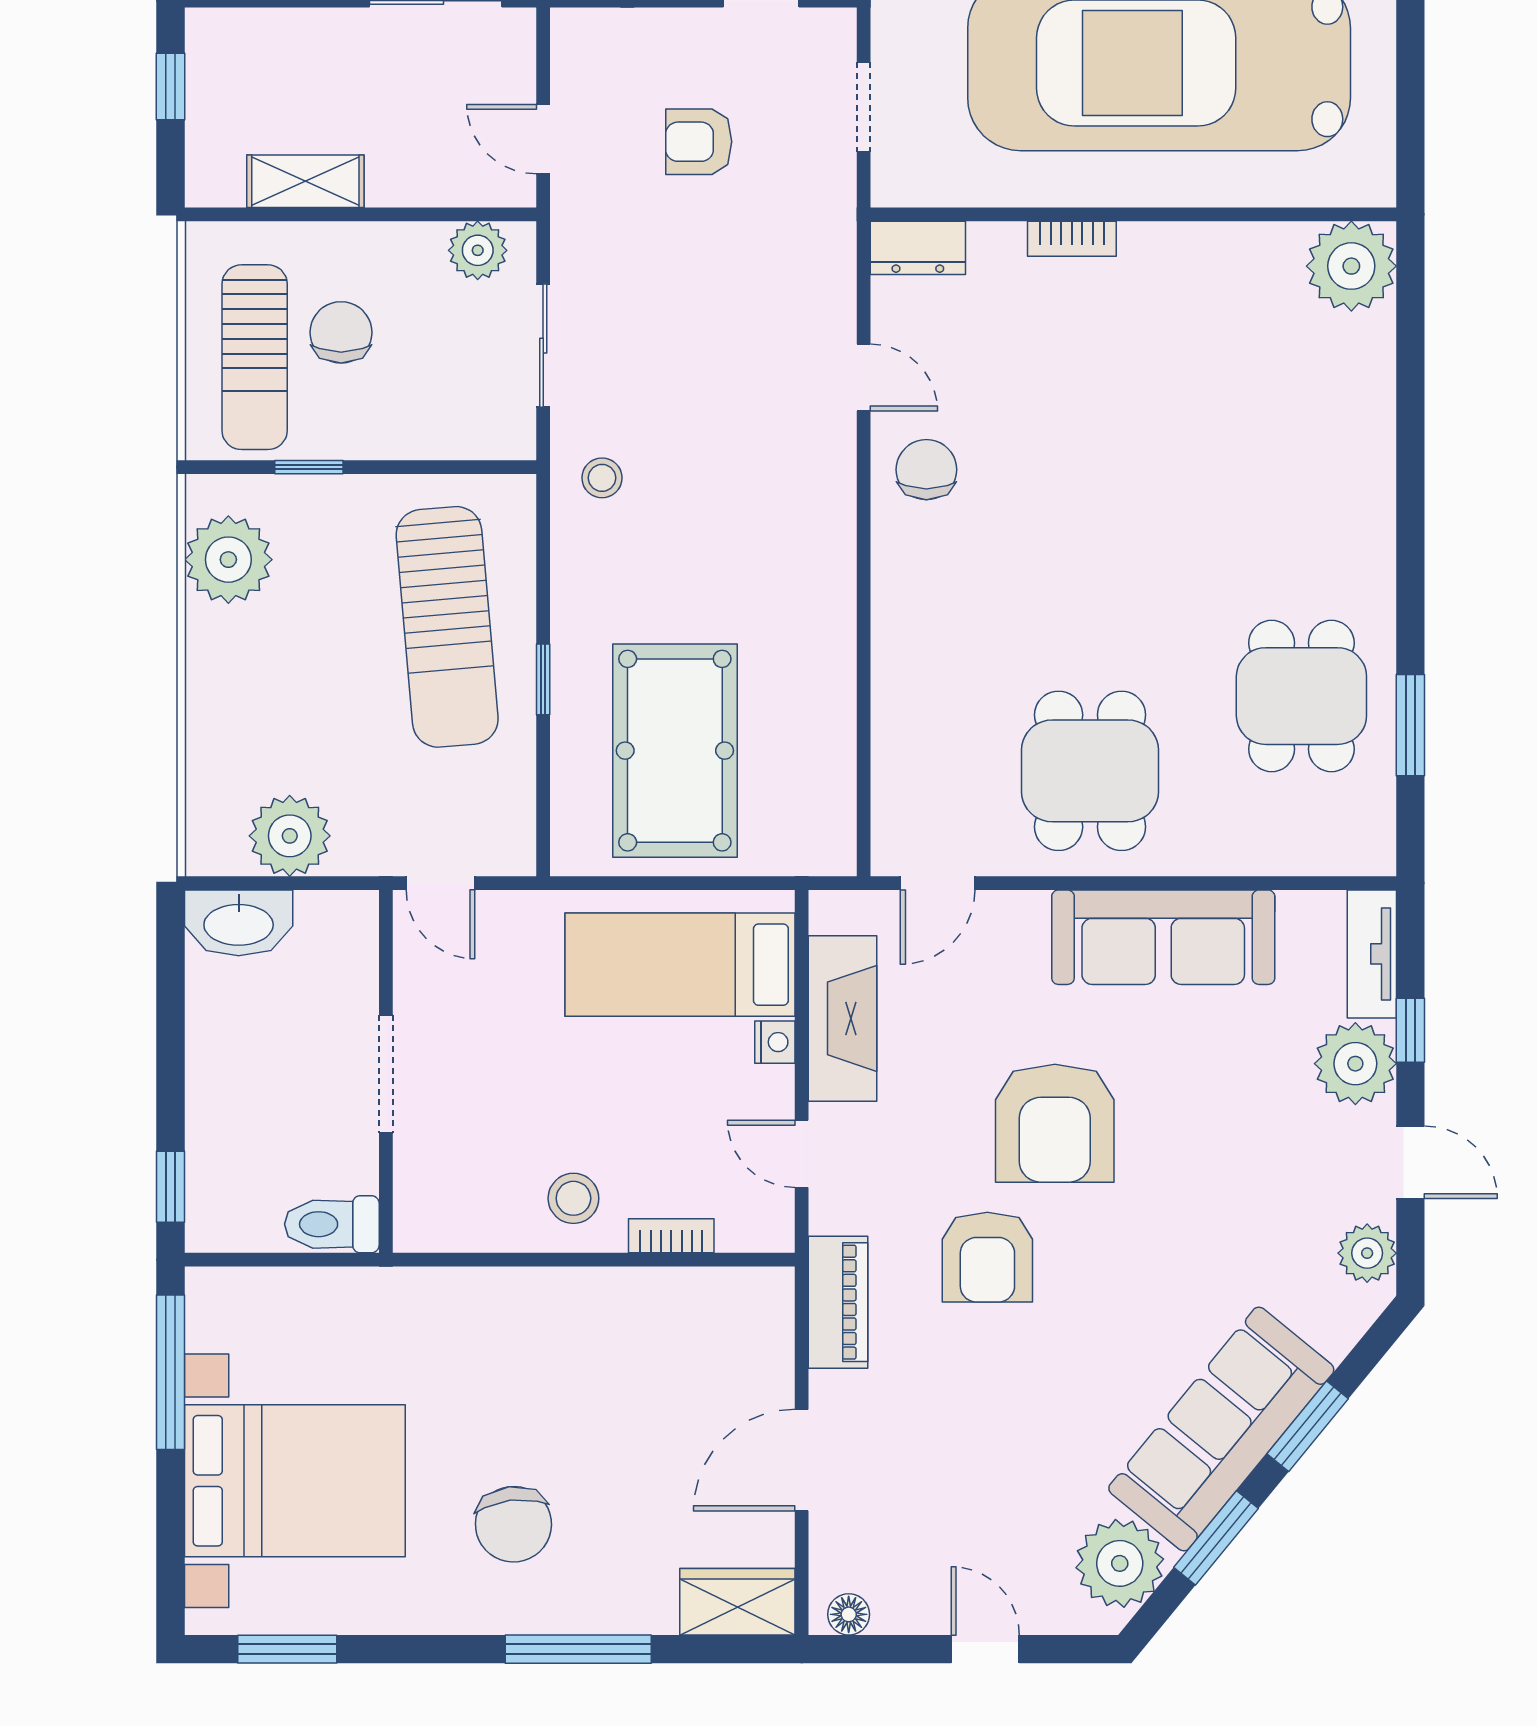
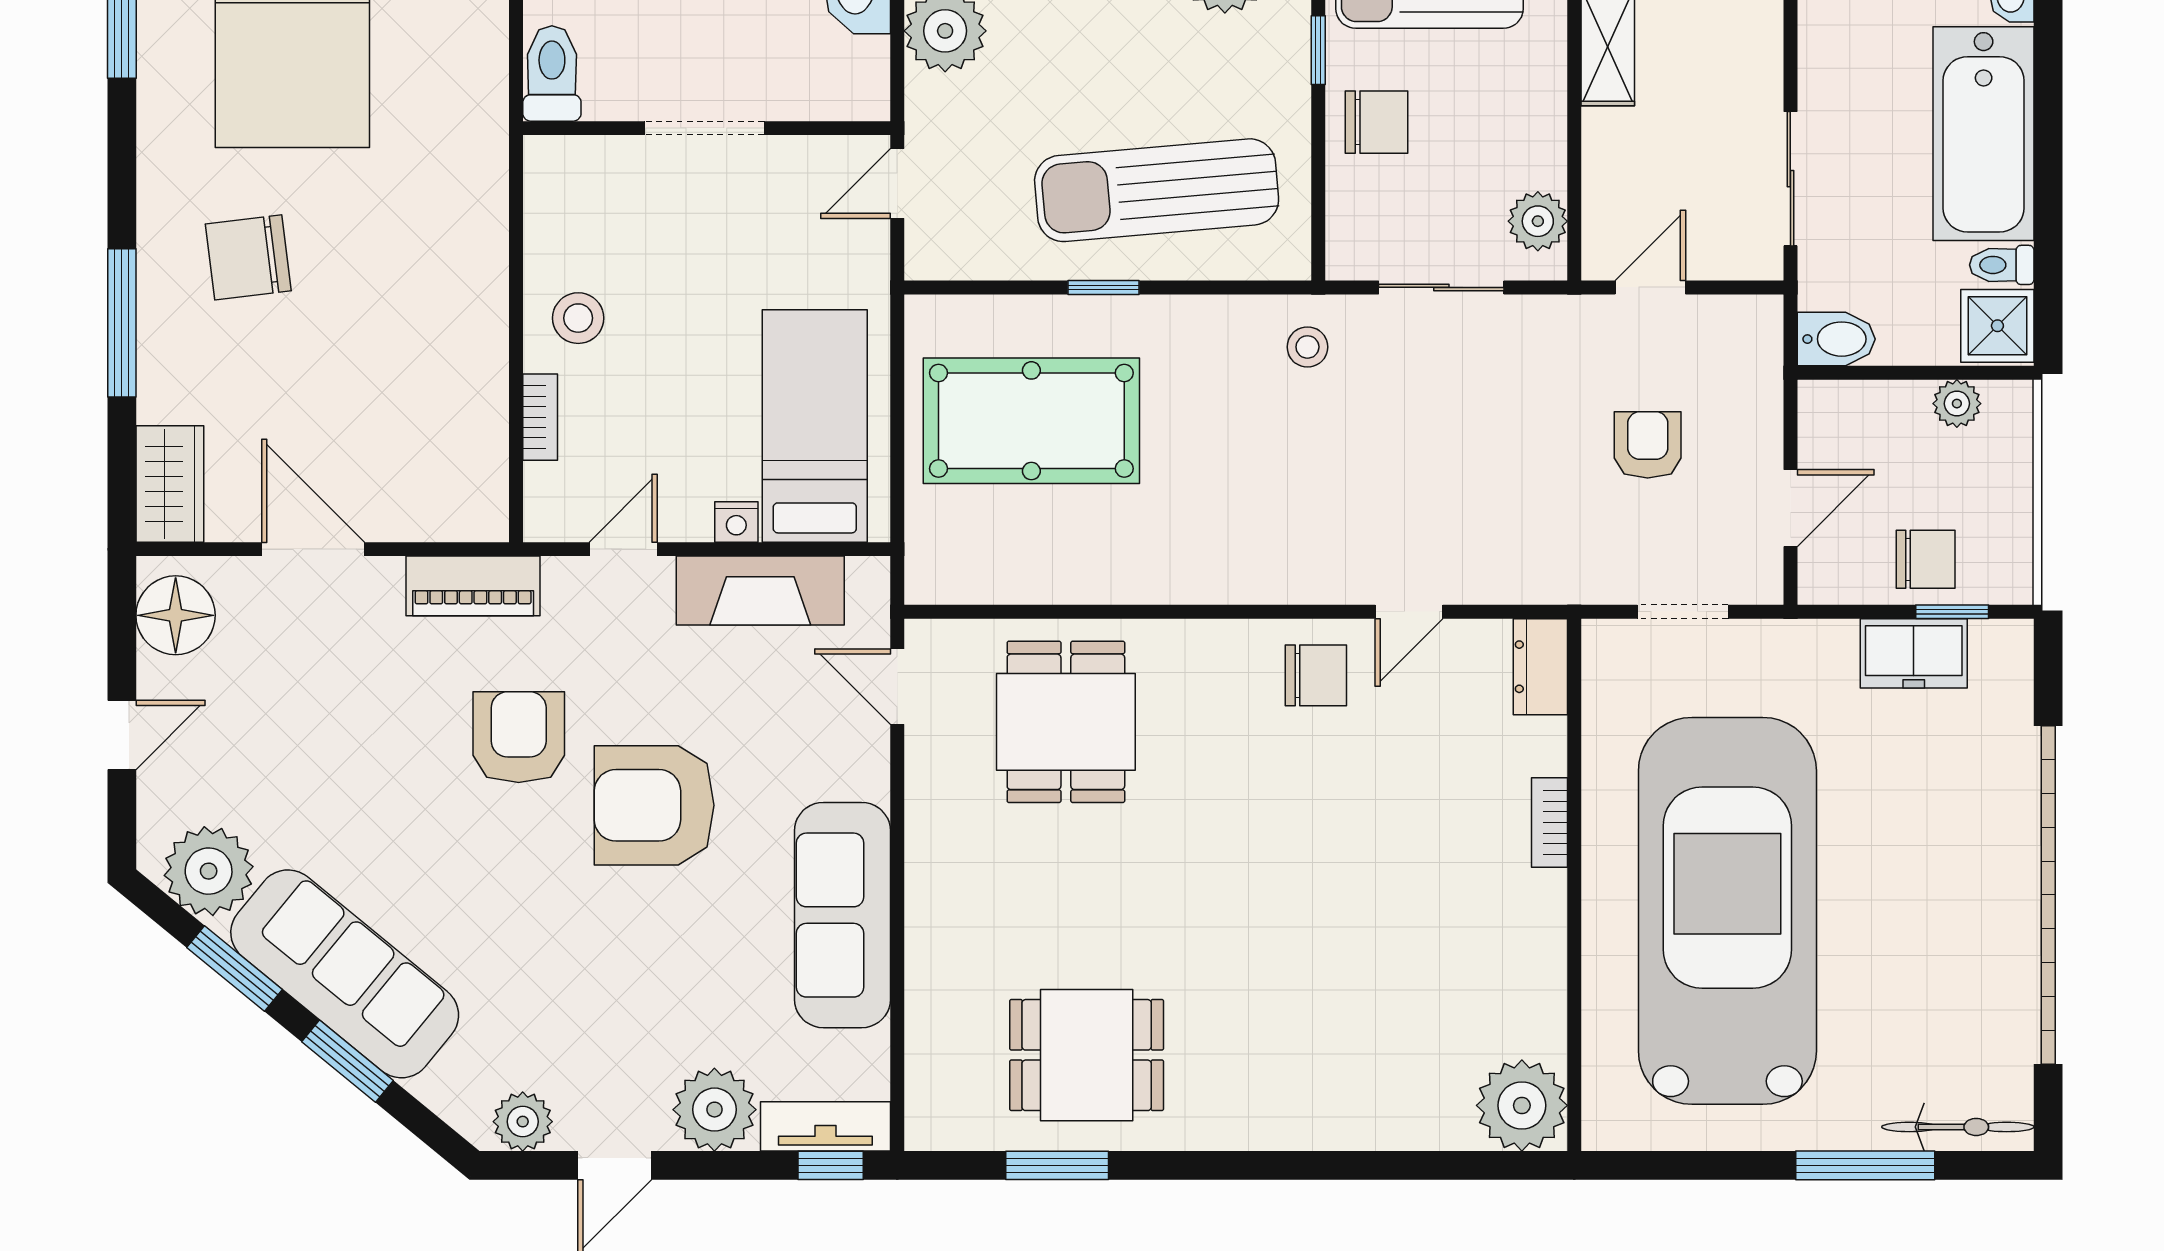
chair: (341, 332) -> (1376, 122), moved
dining table: (1090, 771) -> (1066, 722), moved, turned 90
window: (1410, 1030) -> (831, 1165), moved
armchair: (987, 1257) -> (519, 737), turned 90
floor lamp: (849, 1614) -> (176, 615), width x1.89, depth x1.89

